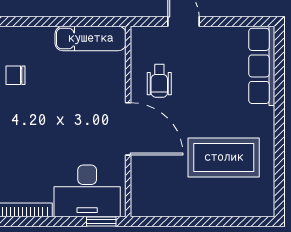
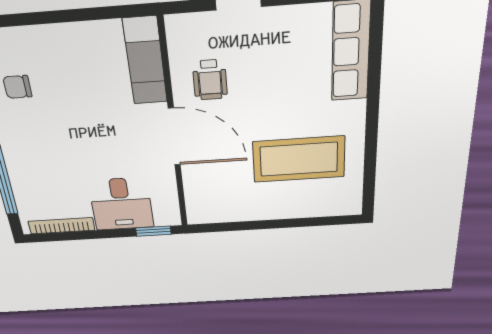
exam couch: (91, 38) -> (145, 61), moved, turned 90
desk: (87, 191) -> (121, 204), width x0.73

